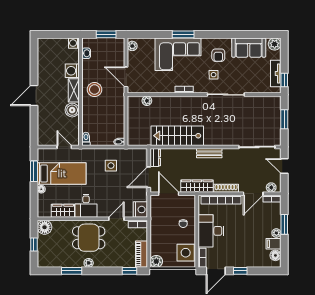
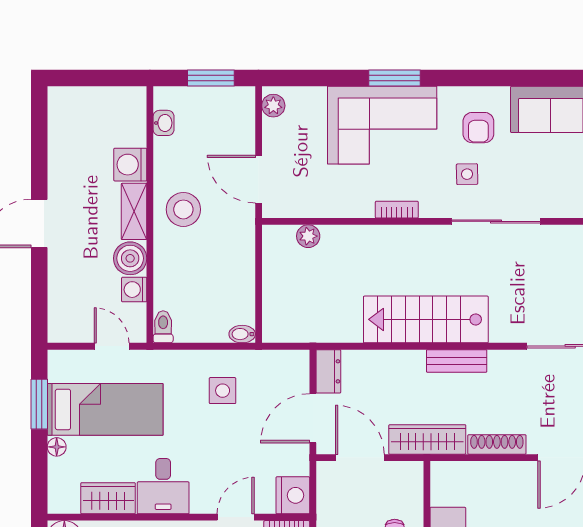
washing machine: (74, 43) -> (134, 290), moved
stairs: (177, 136) -> (426, 319), moved
bookcase: (221, 200) -> (485, 472), removed

